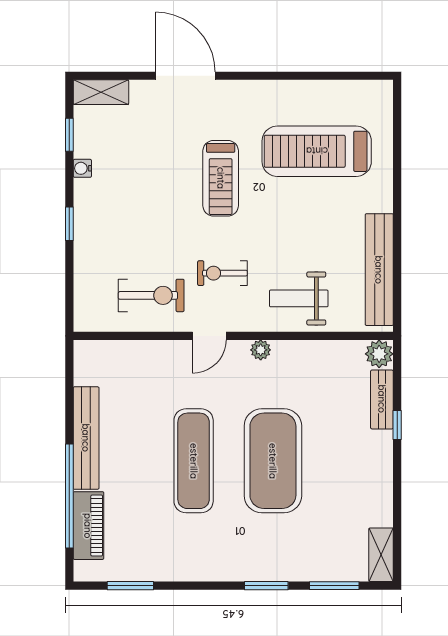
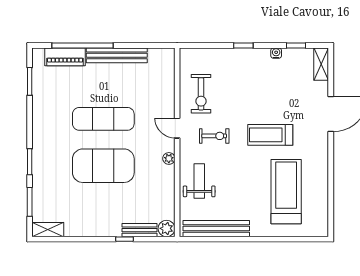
exercise bike: (222, 273) -> (214, 136), turned 90

